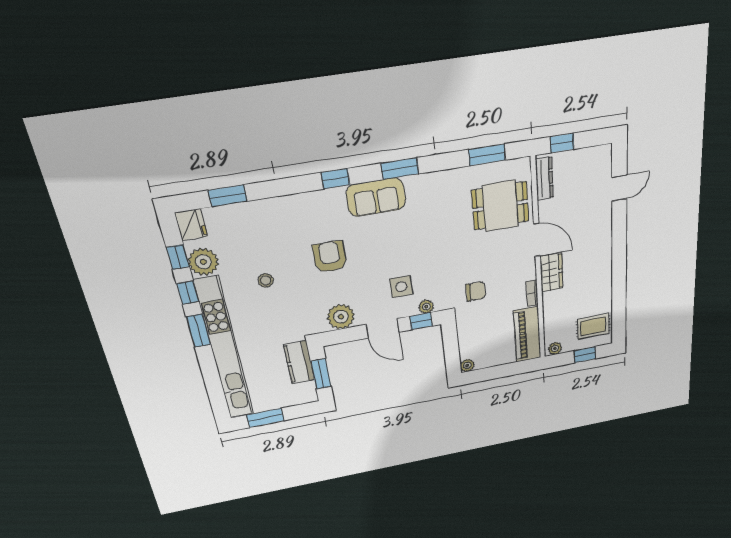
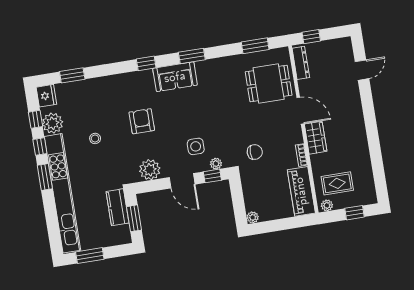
rug: (593, 326) -> (337, 183), moved

